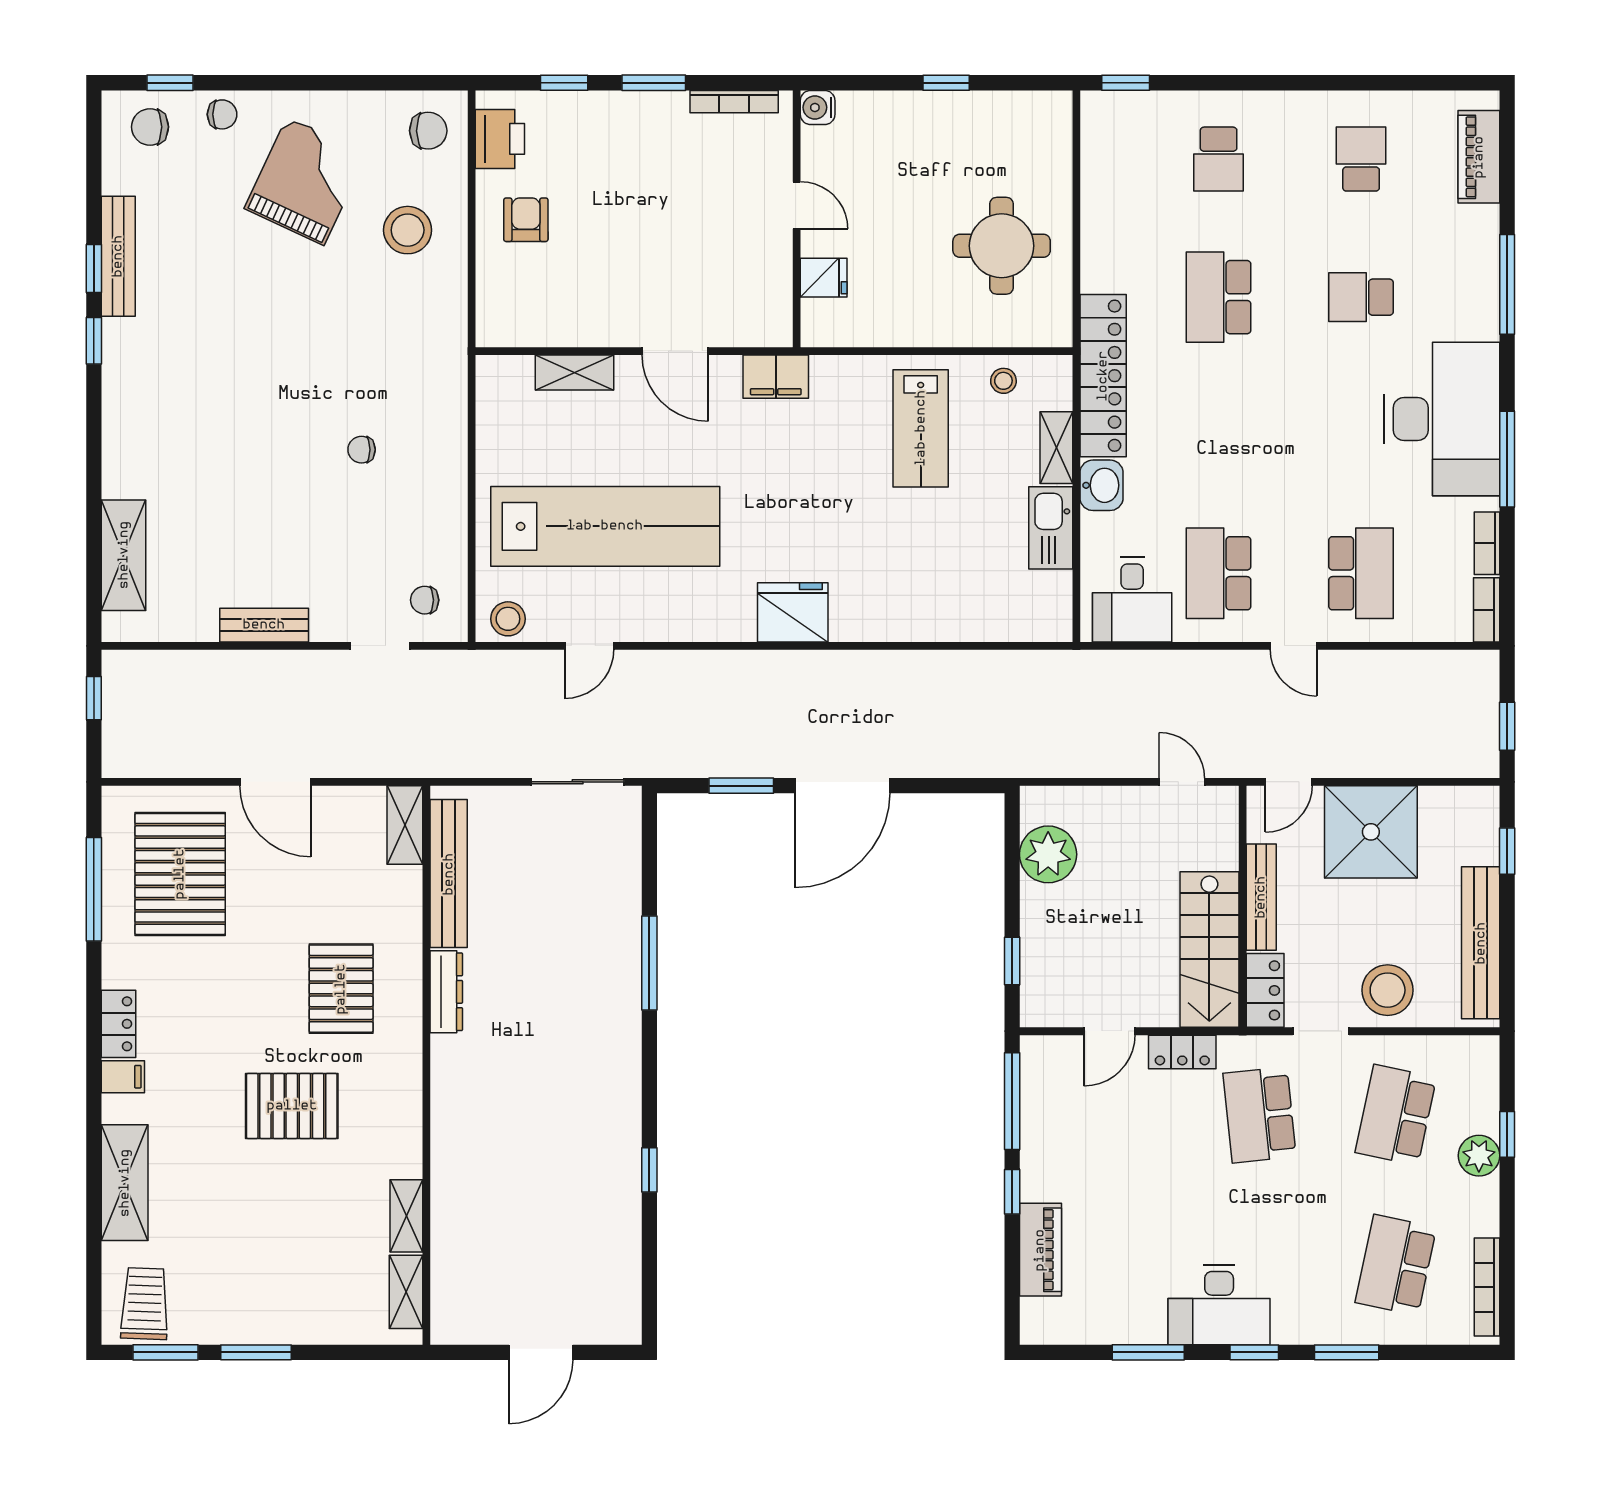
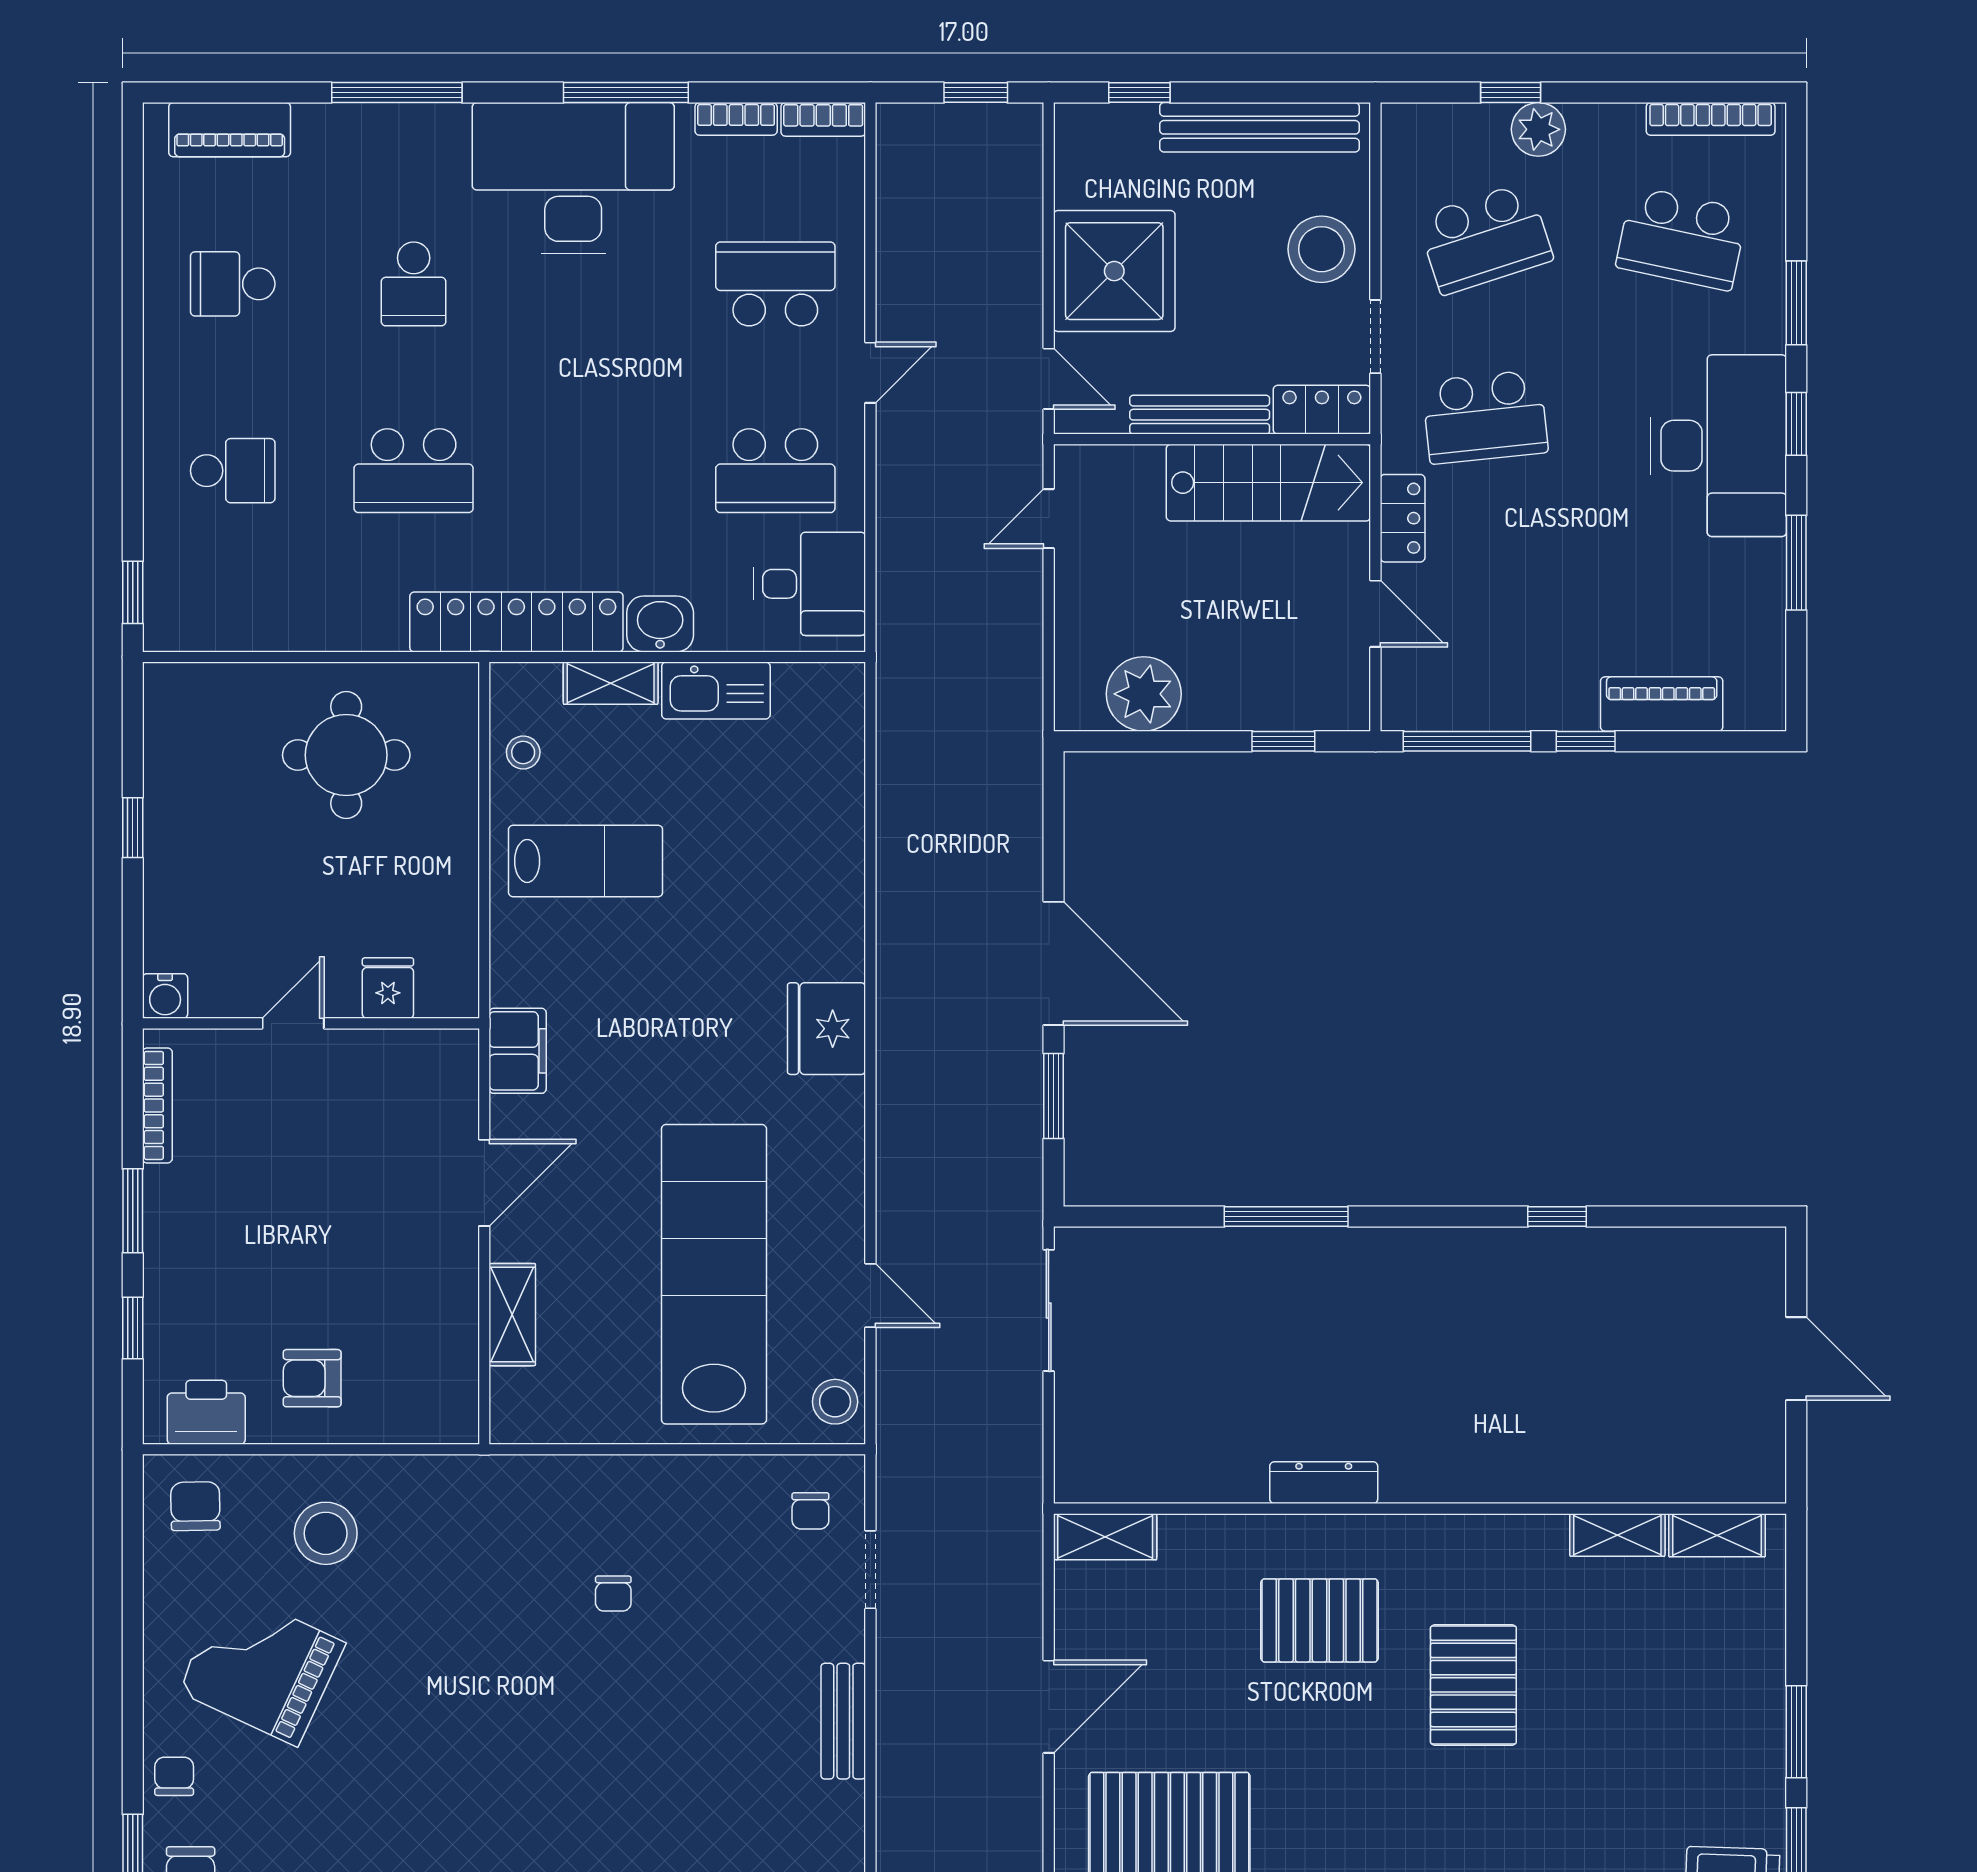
bench: (449, 874) -> (1169, 1480), removed
school desk: (1396, 1115) -> (1485, 238), turned -30
desk: (1219, 1305) -> (1718, 446), width x1.36, depth x1.30

